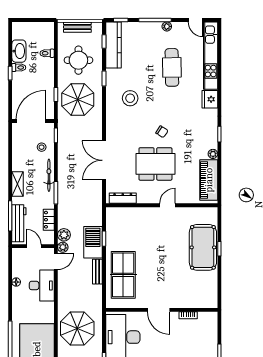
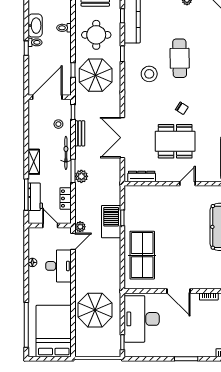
cafe table: (172, 67) -> (180, 58), moved
workbench: (19, 223) -> (35, 197), width x0.73
plant: (64, 235) -> (81, 176), moved
bench: (97, 272) -> (80, 133), moved

